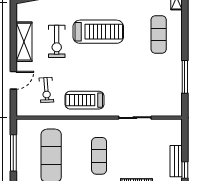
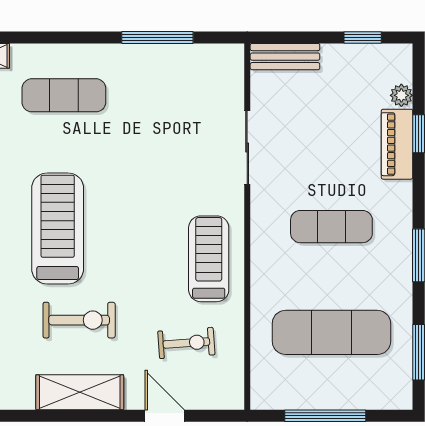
treadmill: (85, 100) -> (209, 259), turned 180
bench: (176, 161) -> (285, 57), moved

